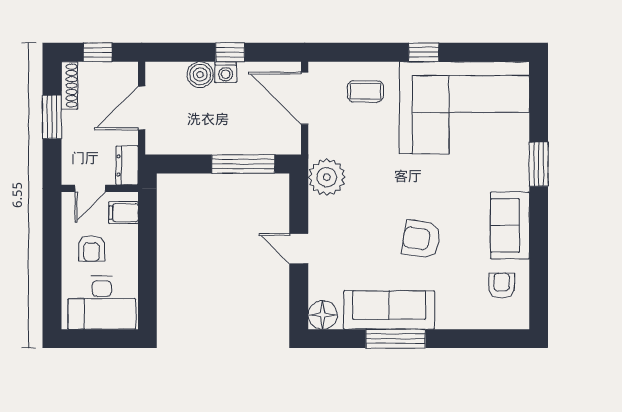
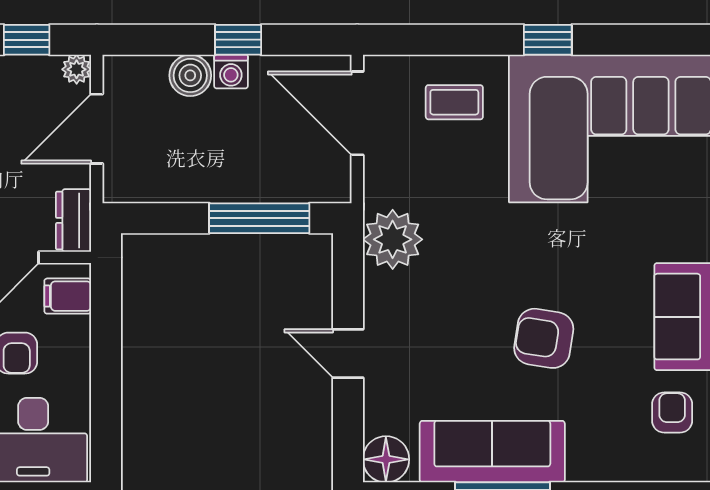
plant: (129, 71) -> (77, 69), added

